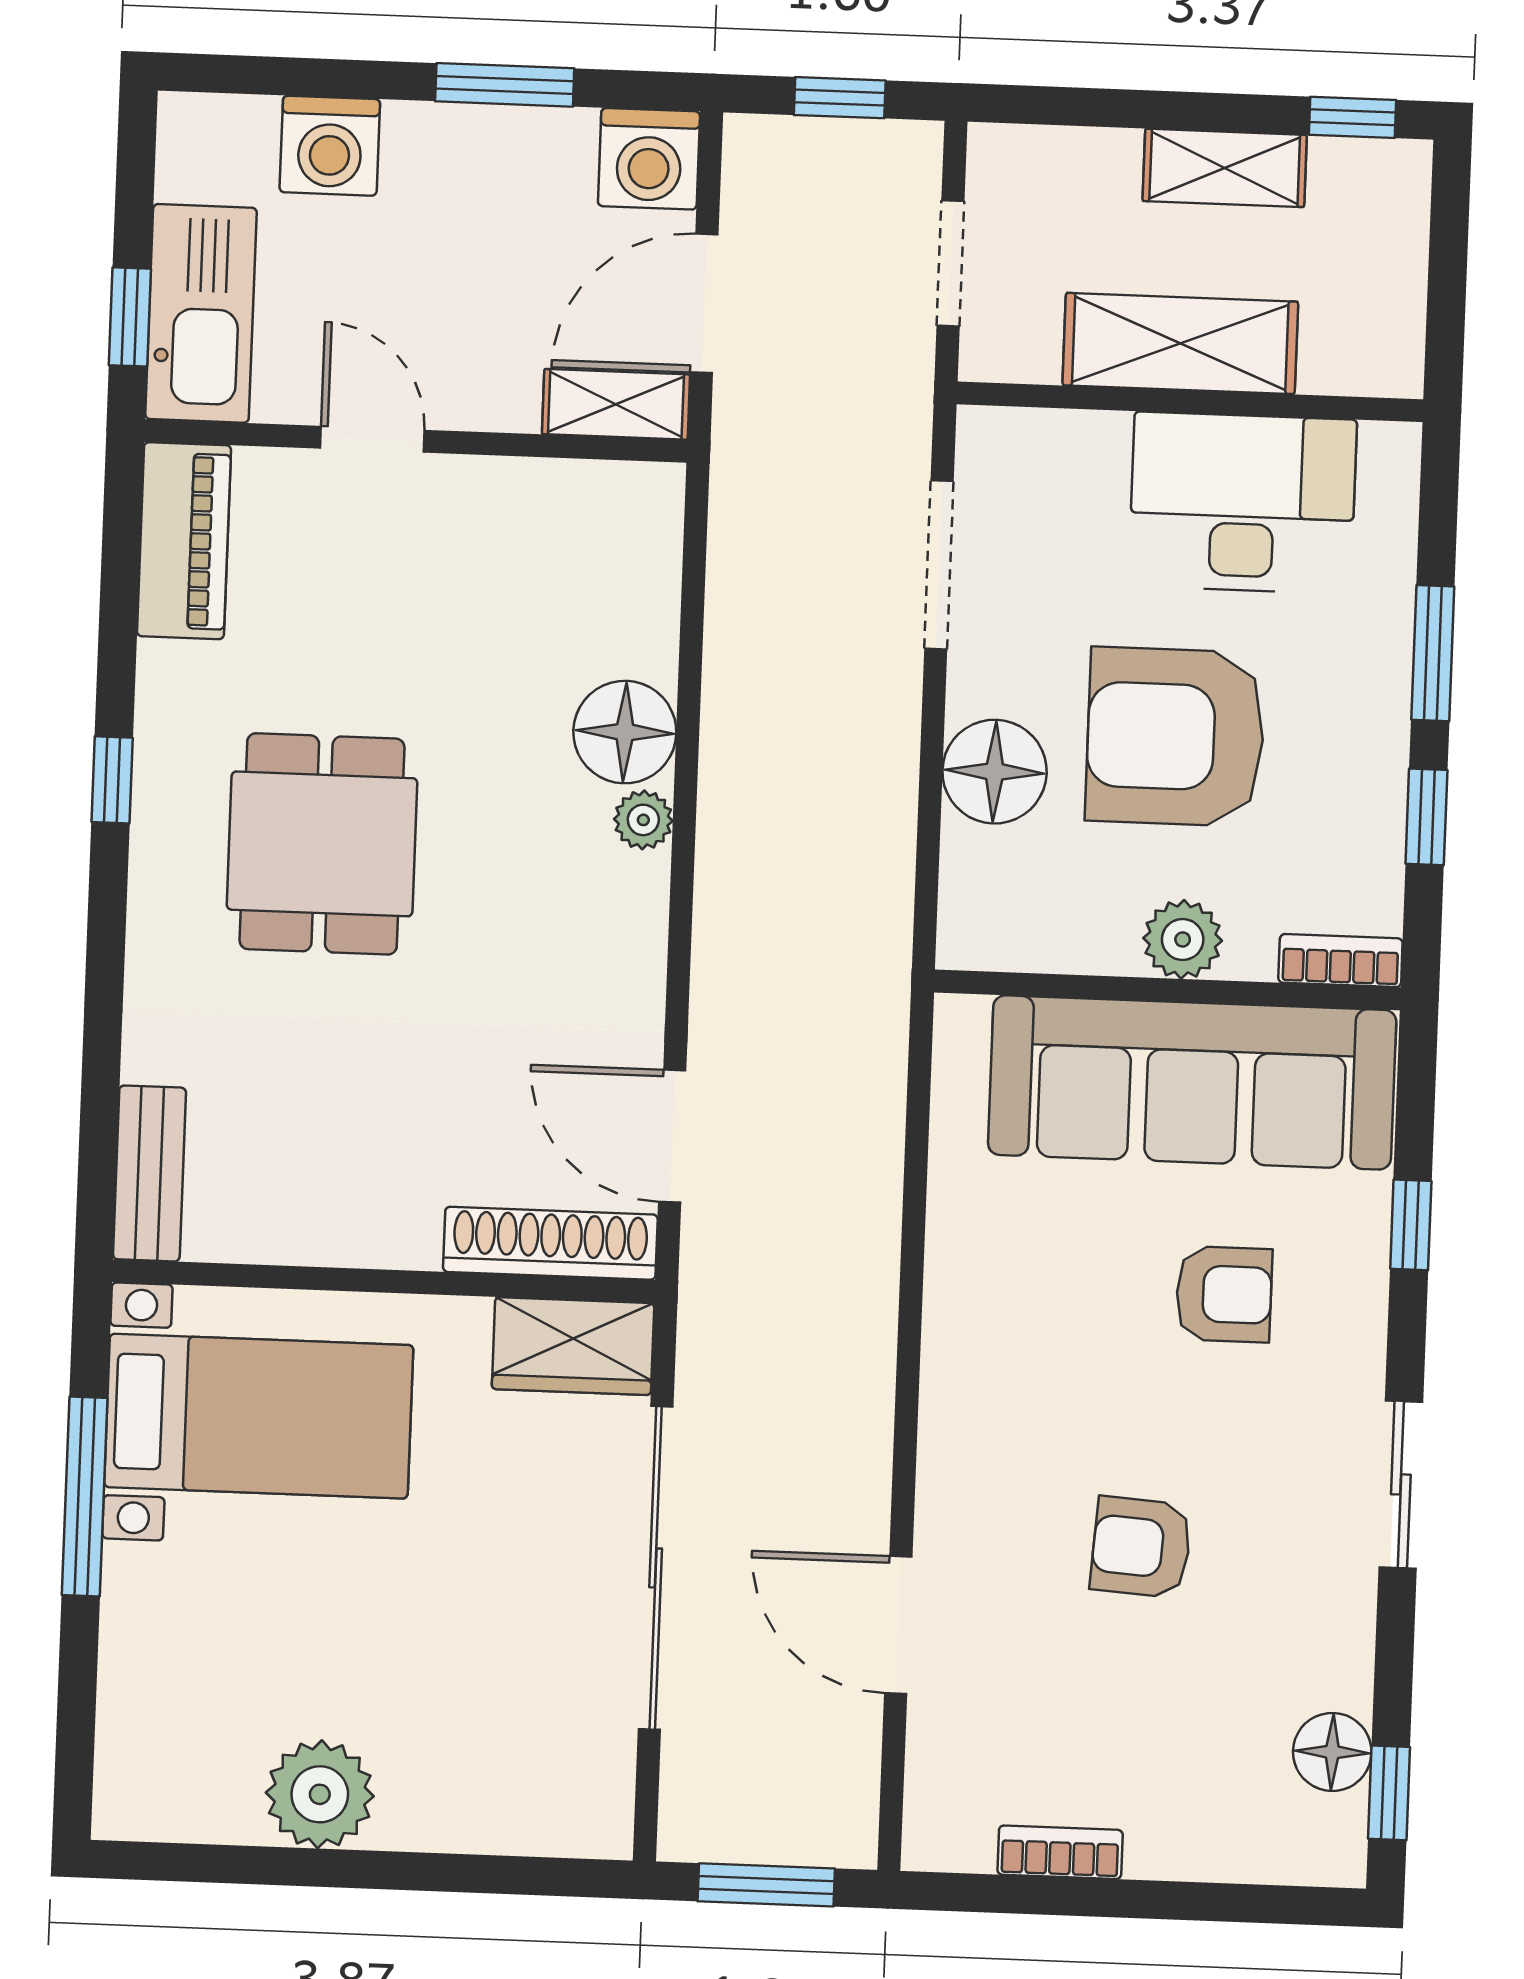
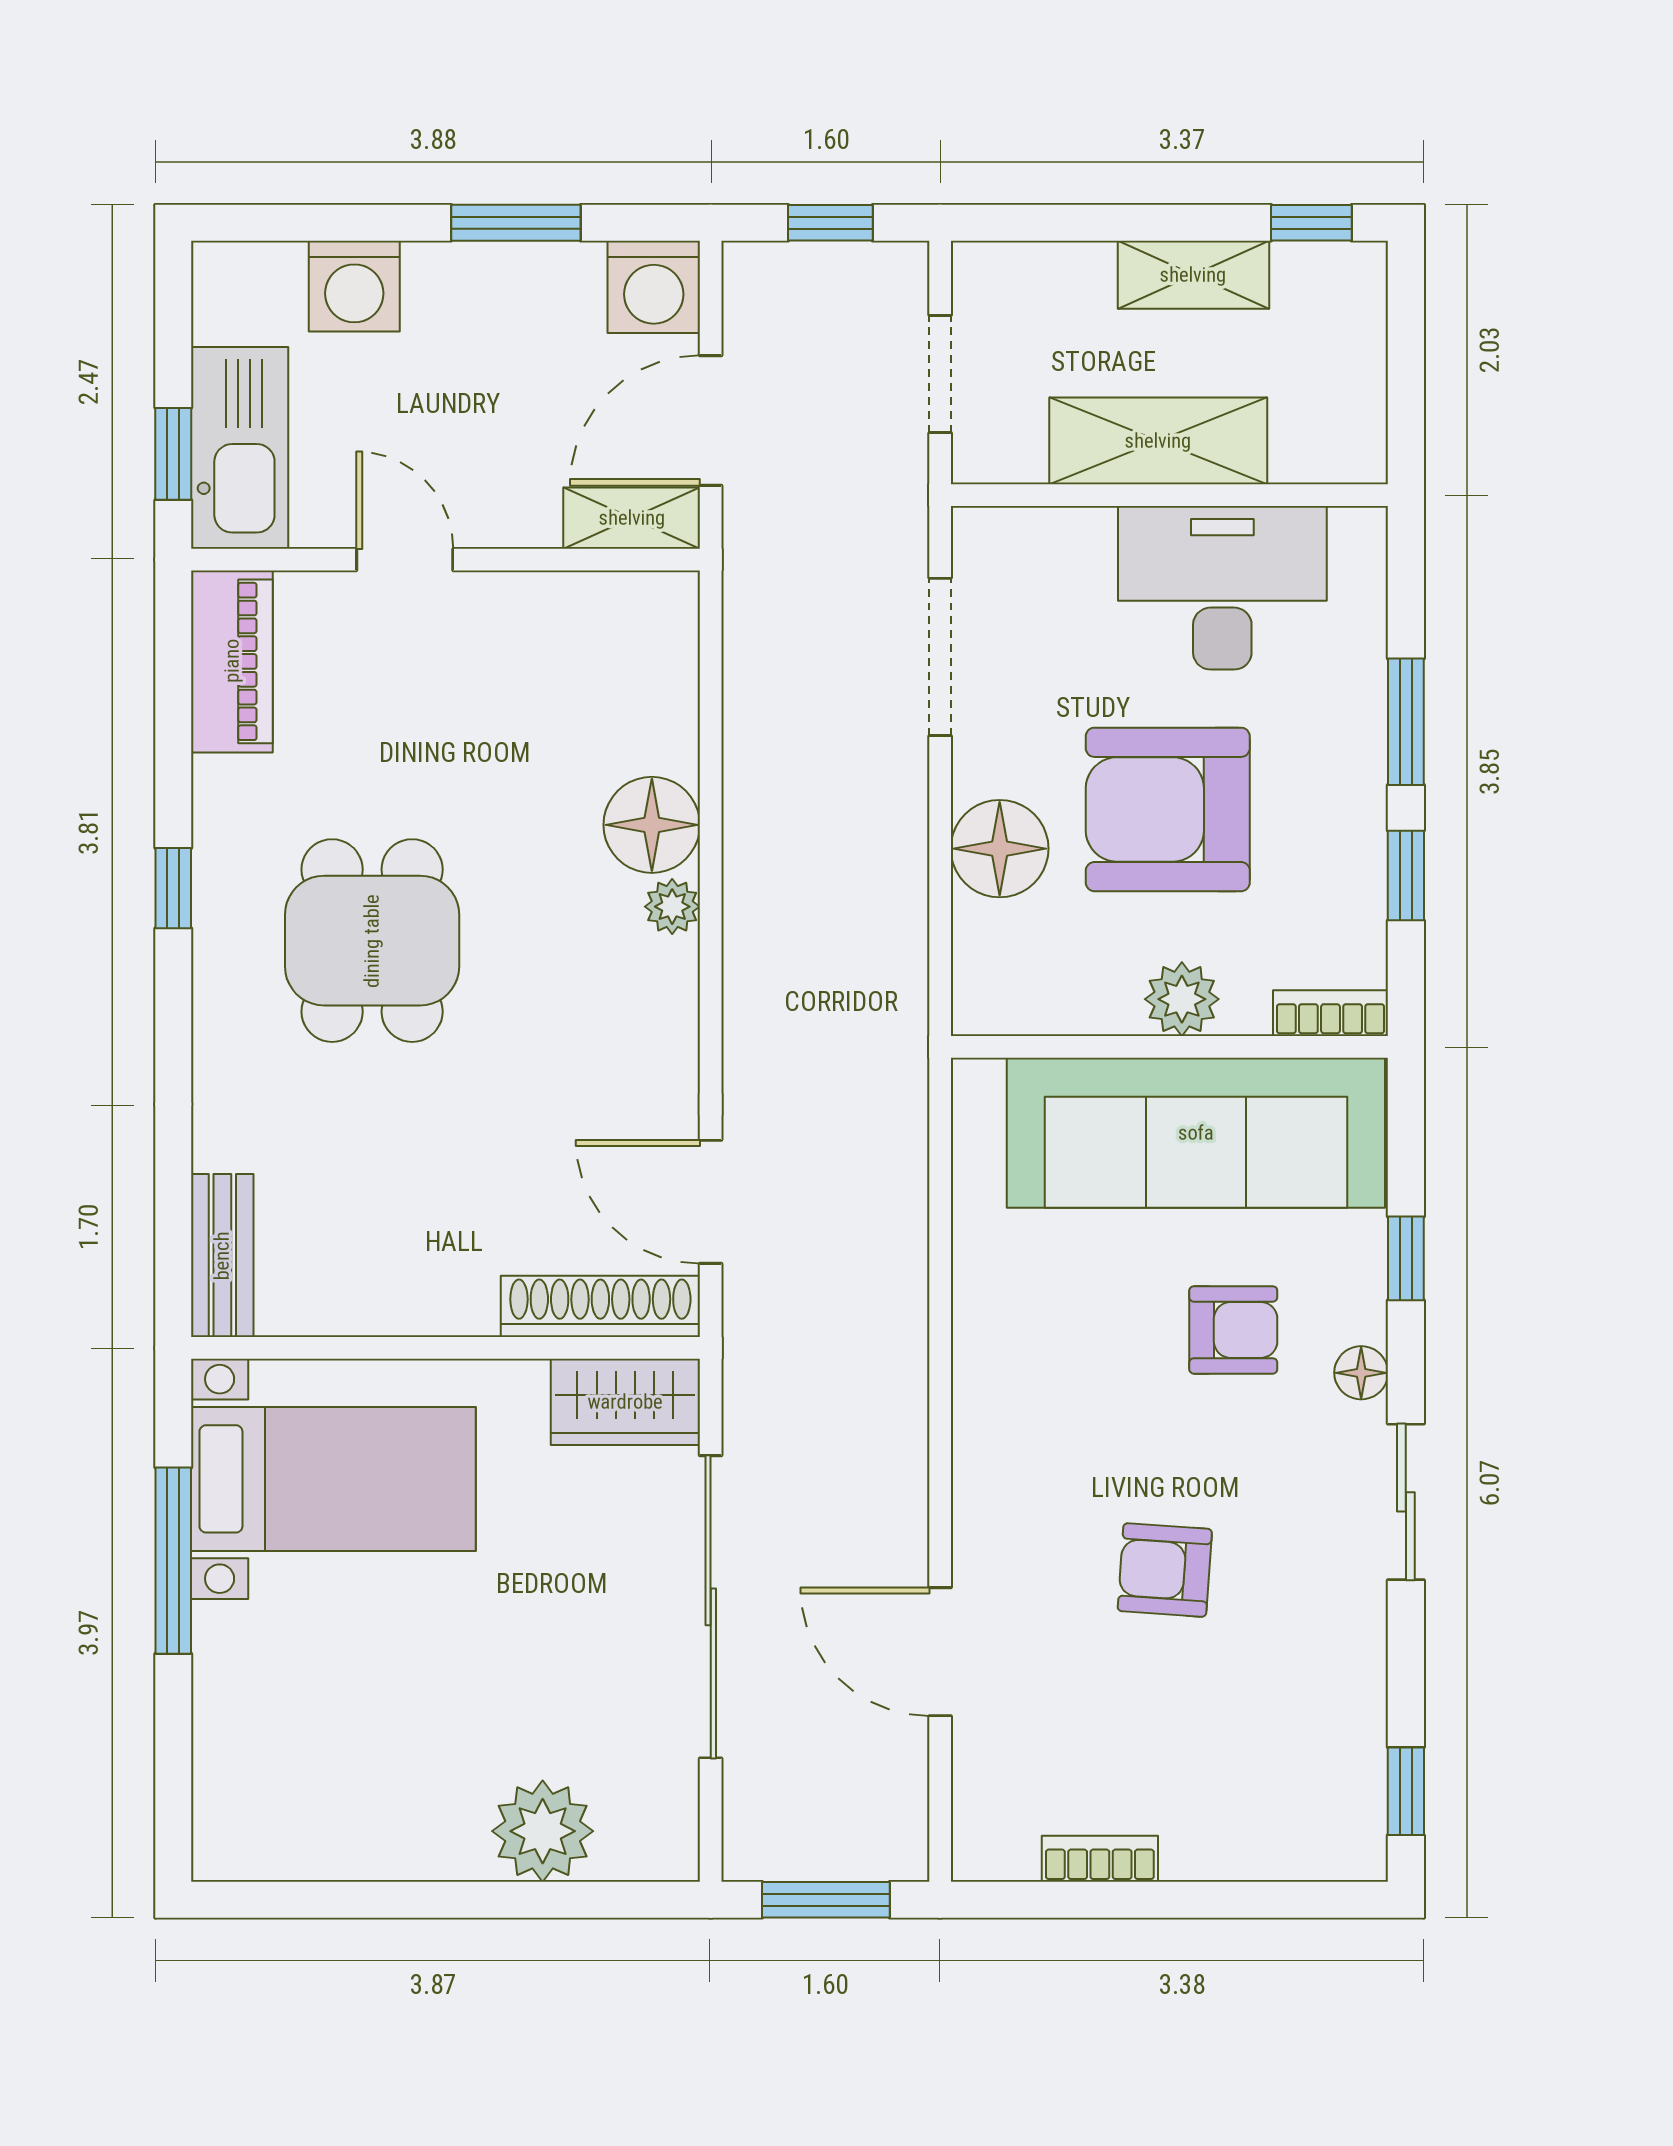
floor lamp: (1332, 1752) -> (1361, 1373), moved, width x0.73, depth x0.73
plant: (320, 1794) -> (543, 1831), moved

